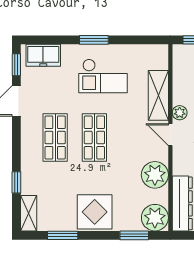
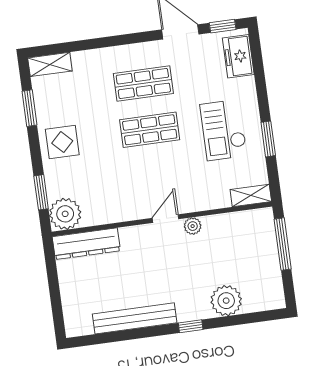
window: (94, 40) -> (268, 139), moved
shelving: (158, 95) -> (251, 195), moved, width x0.67, depth x0.75
plant: (155, 175) -> (116, 207), removed
window: (16, 182) -> (84, 45), removed
display table: (95, 212) -> (62, 142), width x0.73, depth x0.73

